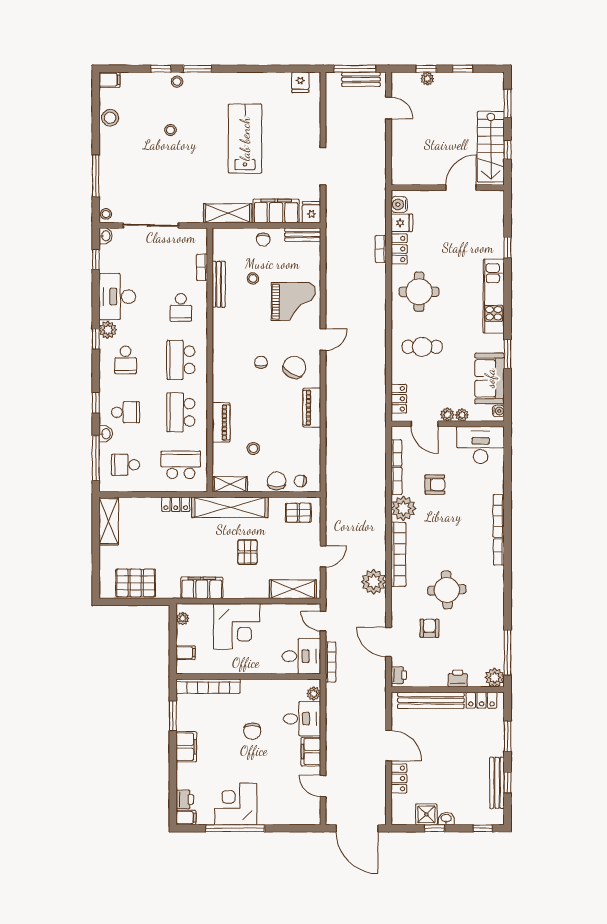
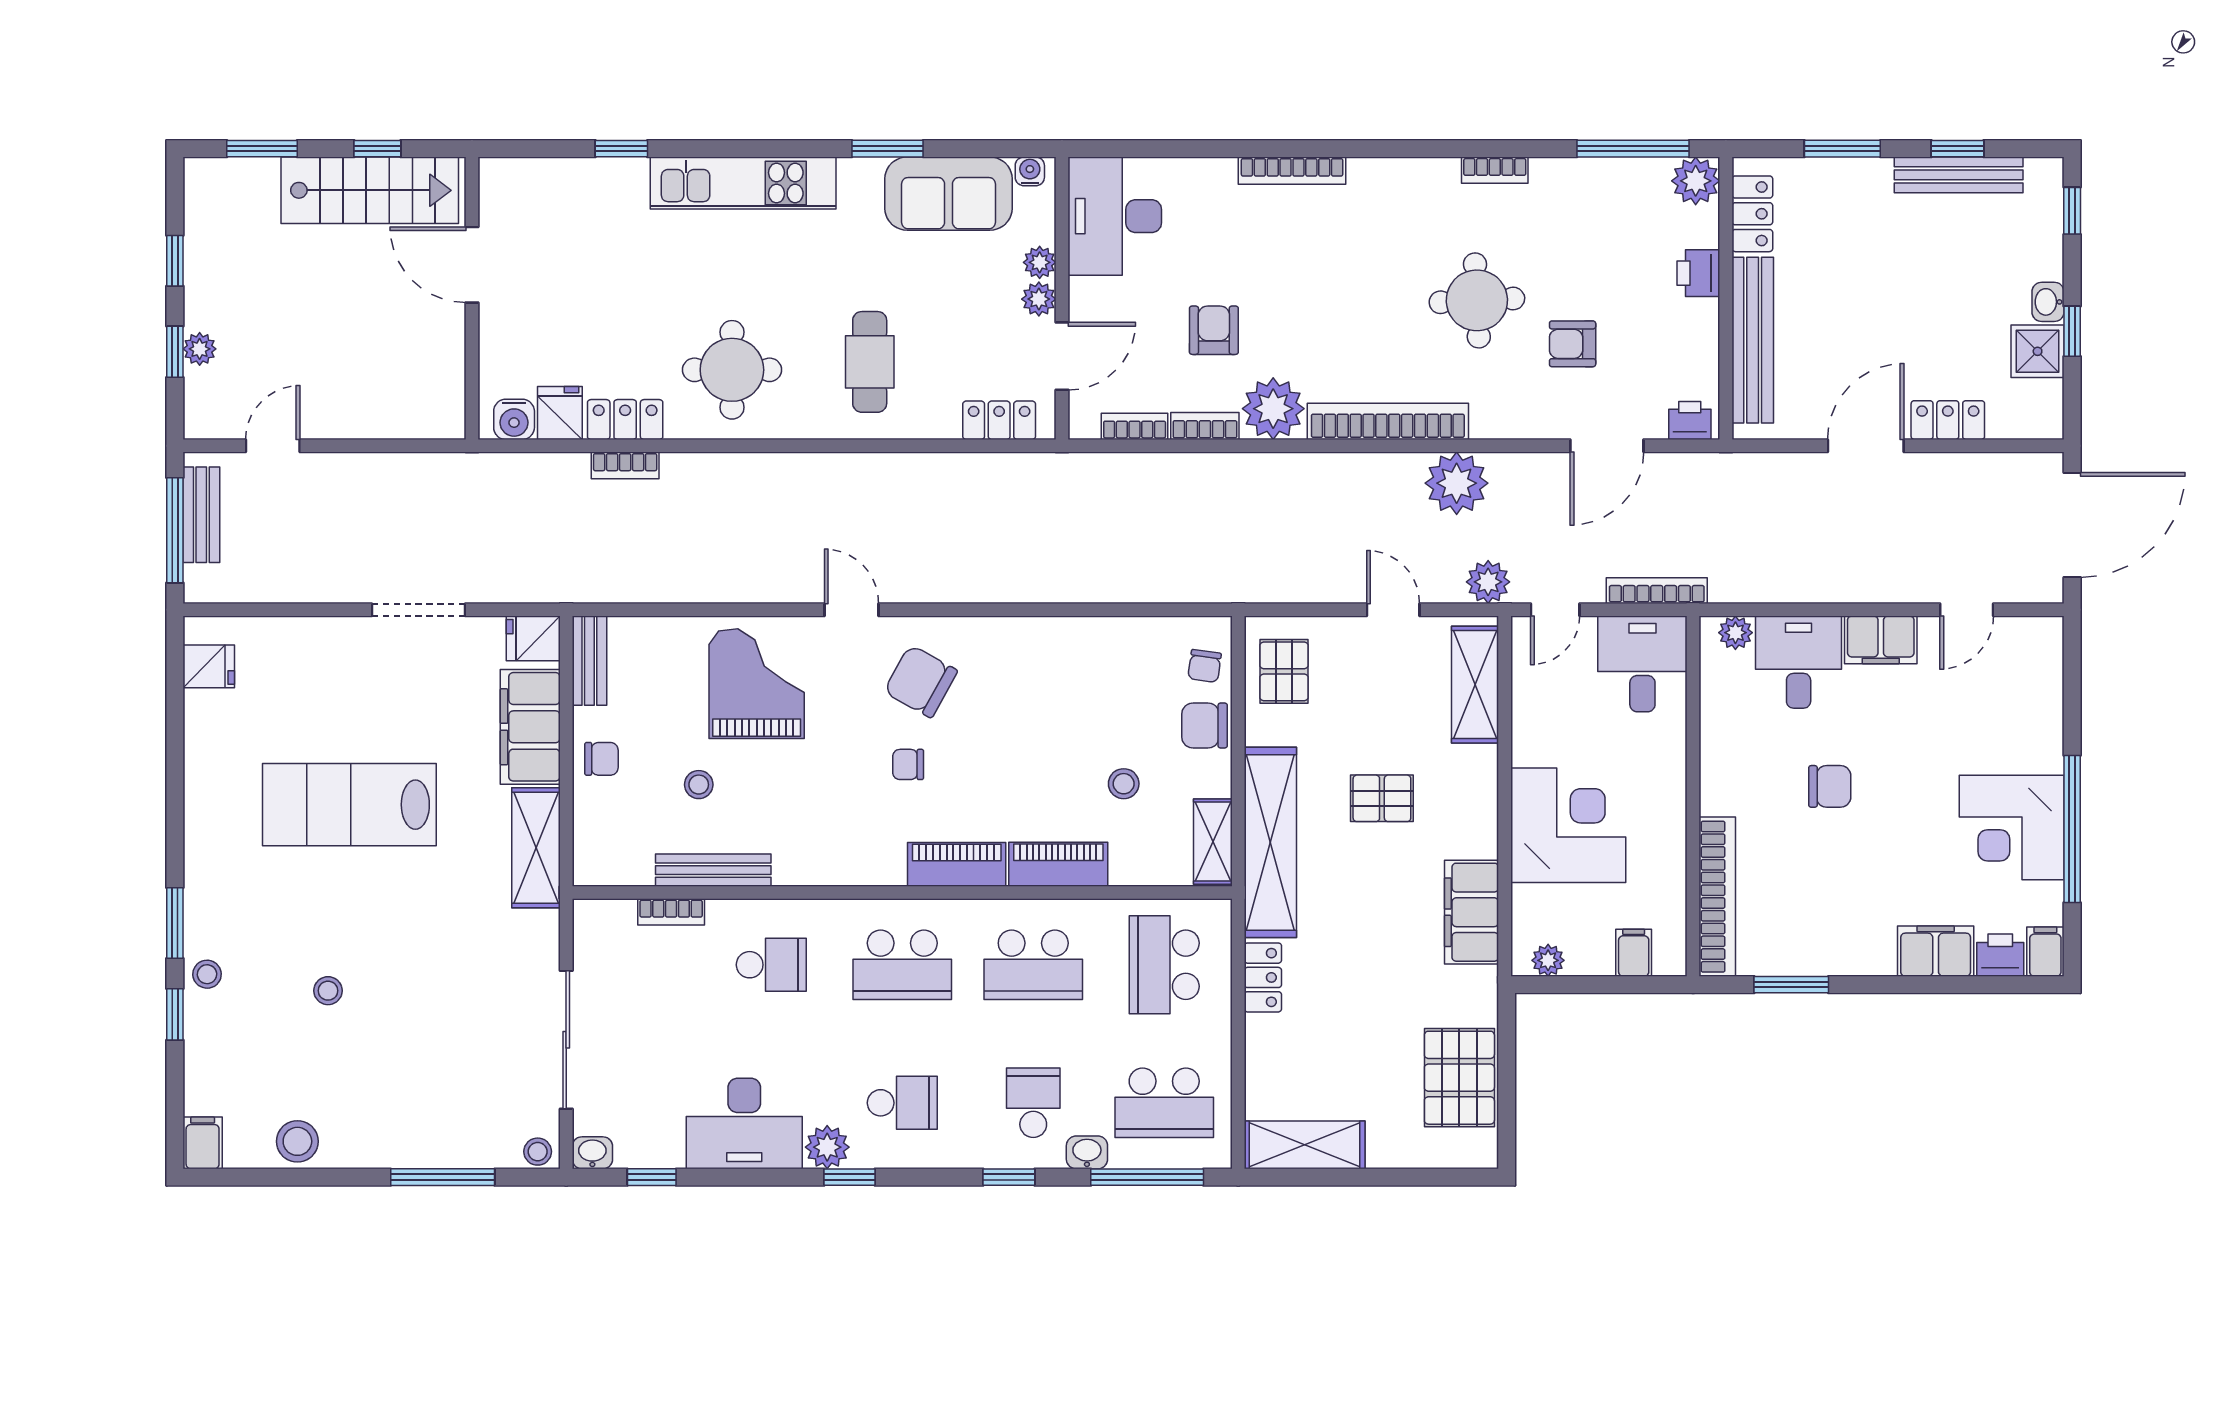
piano: (312, 408) -> (957, 864), moved, turned 180
school desk: (126, 465) -> (1164, 1103), width x1.85
bookcase: (499, 552) -> (1495, 170), moved
plant: (334, 594) -> (1488, 582), added
filing cabinet: (186, 747) -> (1936, 951), moved

